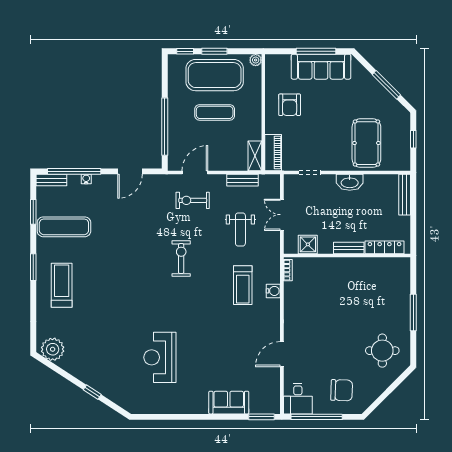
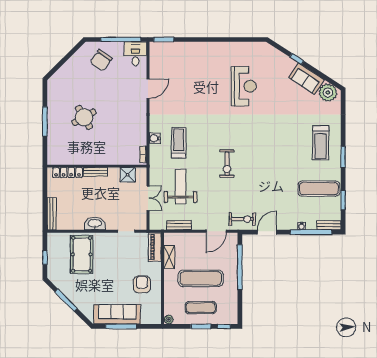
exercise mat: (215, 75) -> (201, 308), width x0.50, depth x0.69
exercise mat: (215, 112) -> (201, 278), width x1.36, depth x1.45
shelving: (255, 156) -> (169, 257), moved
exercise bike: (193, 200) -> (242, 219), moved
weight bench: (240, 229) -> (180, 187), width x1.36, depth x1.33
round table: (382, 351) -> (84, 117), moved, turned -30
chair: (342, 390) -> (101, 60), turned -57
sofa: (229, 403) -> (307, 79), moved, turned 33

